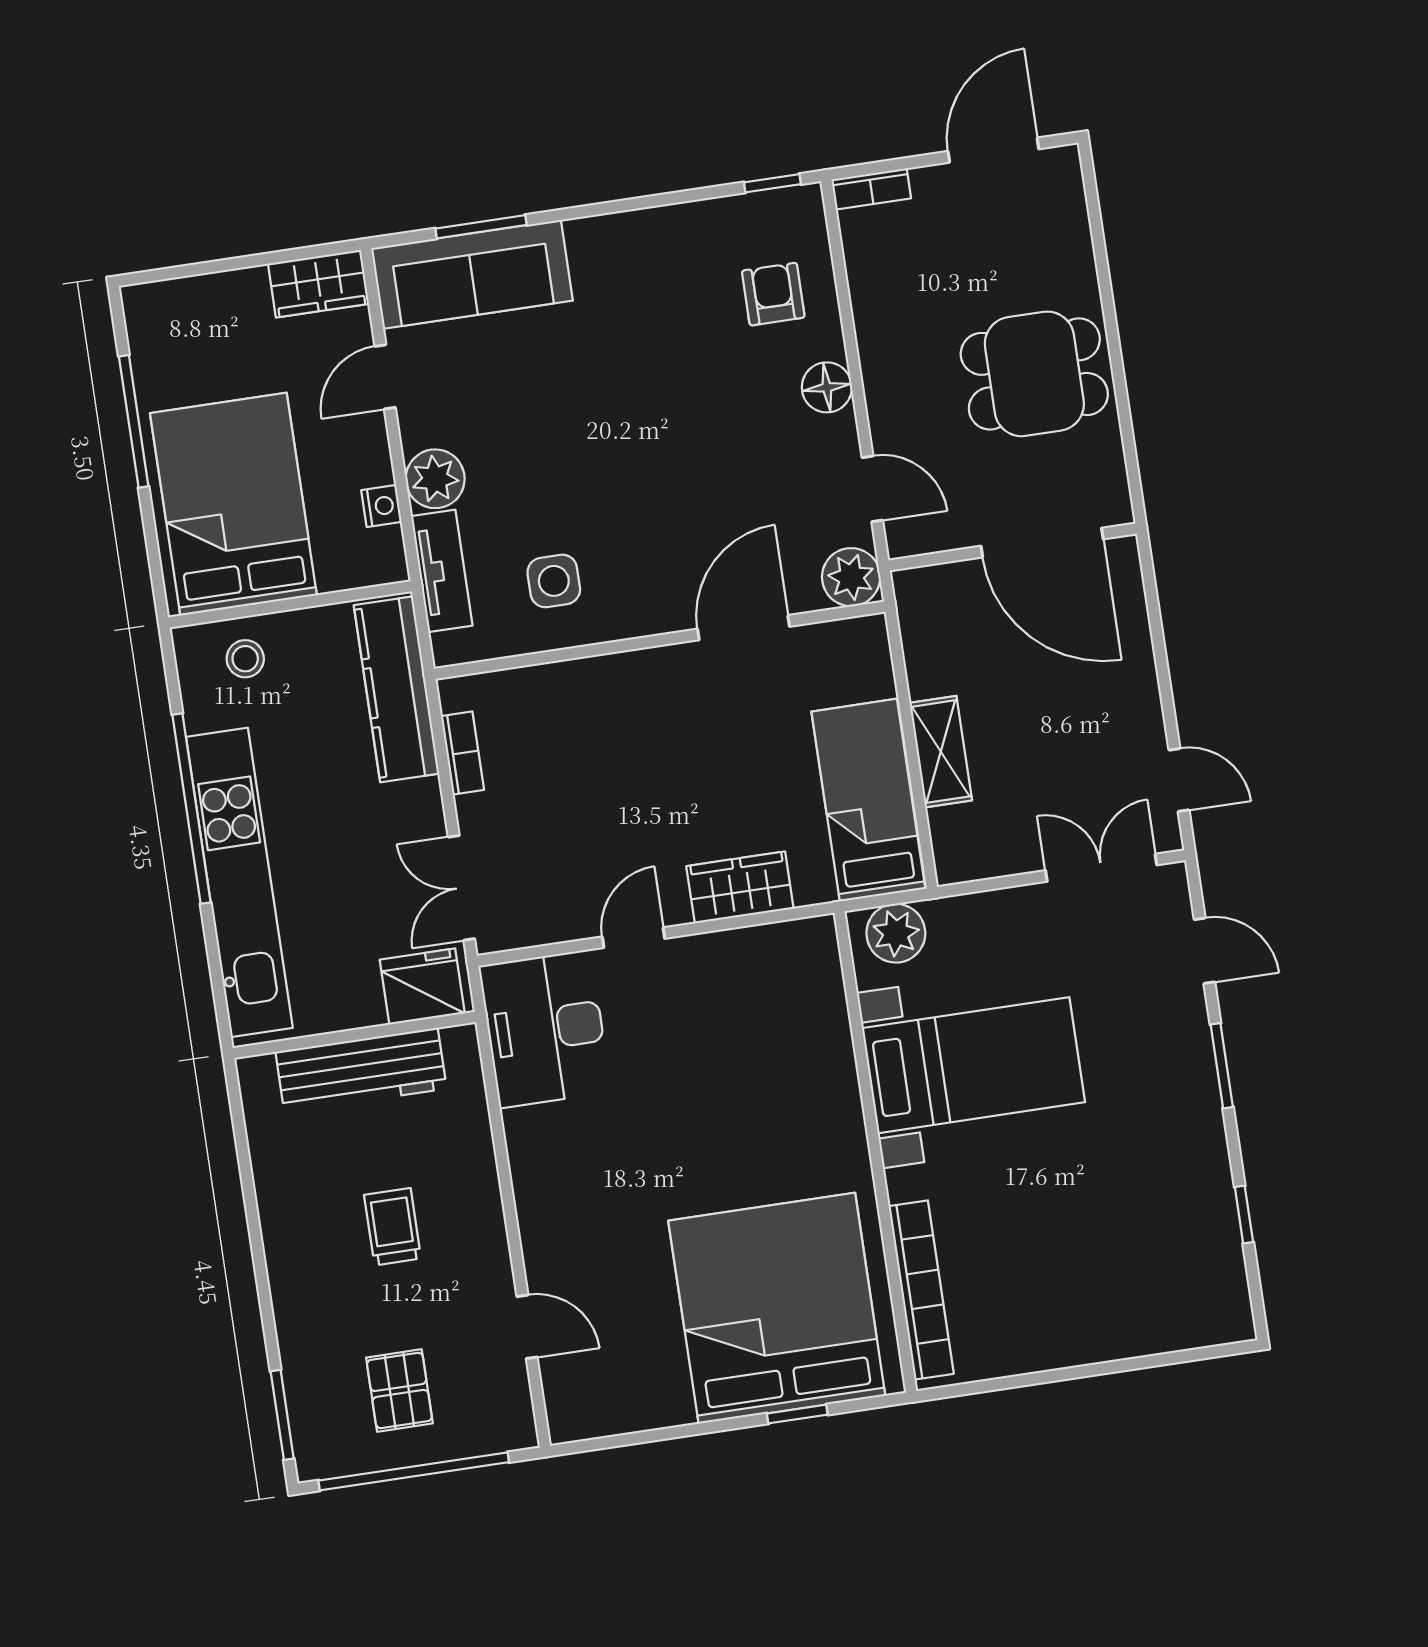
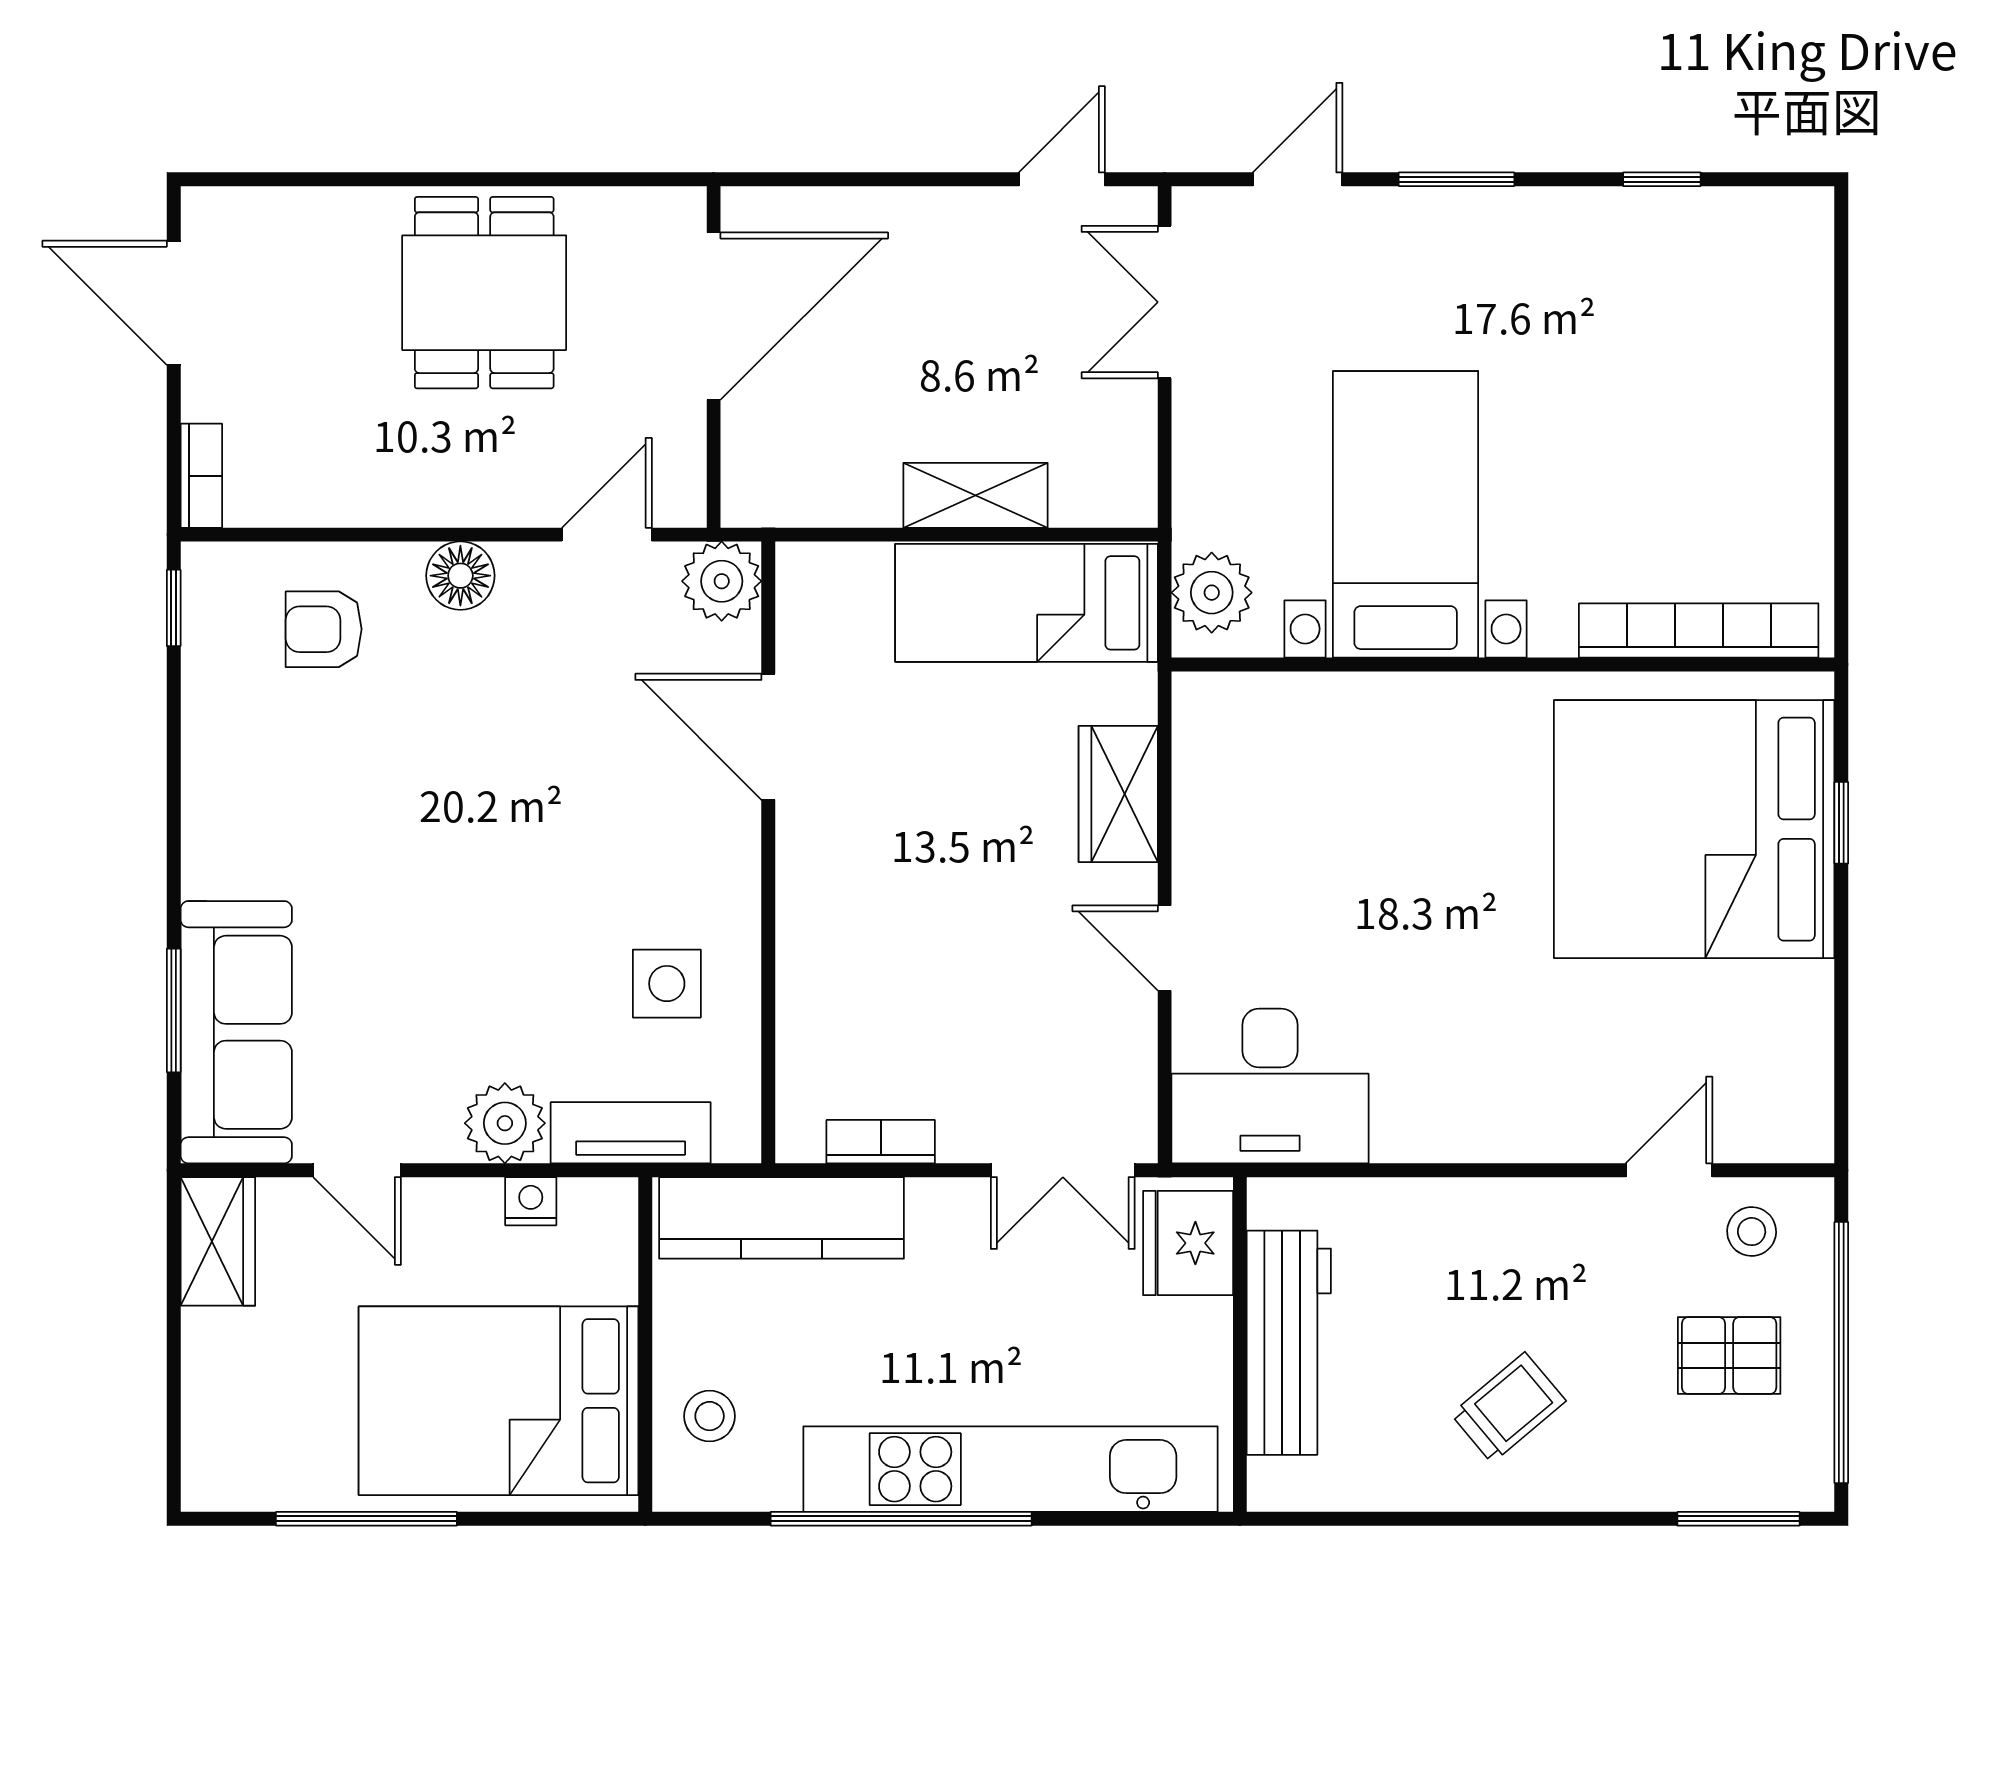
trolley: (393, 1227) -> (1508, 1408), moved, turned 140
stool: (492, 1393) -> (1752, 1232), added

